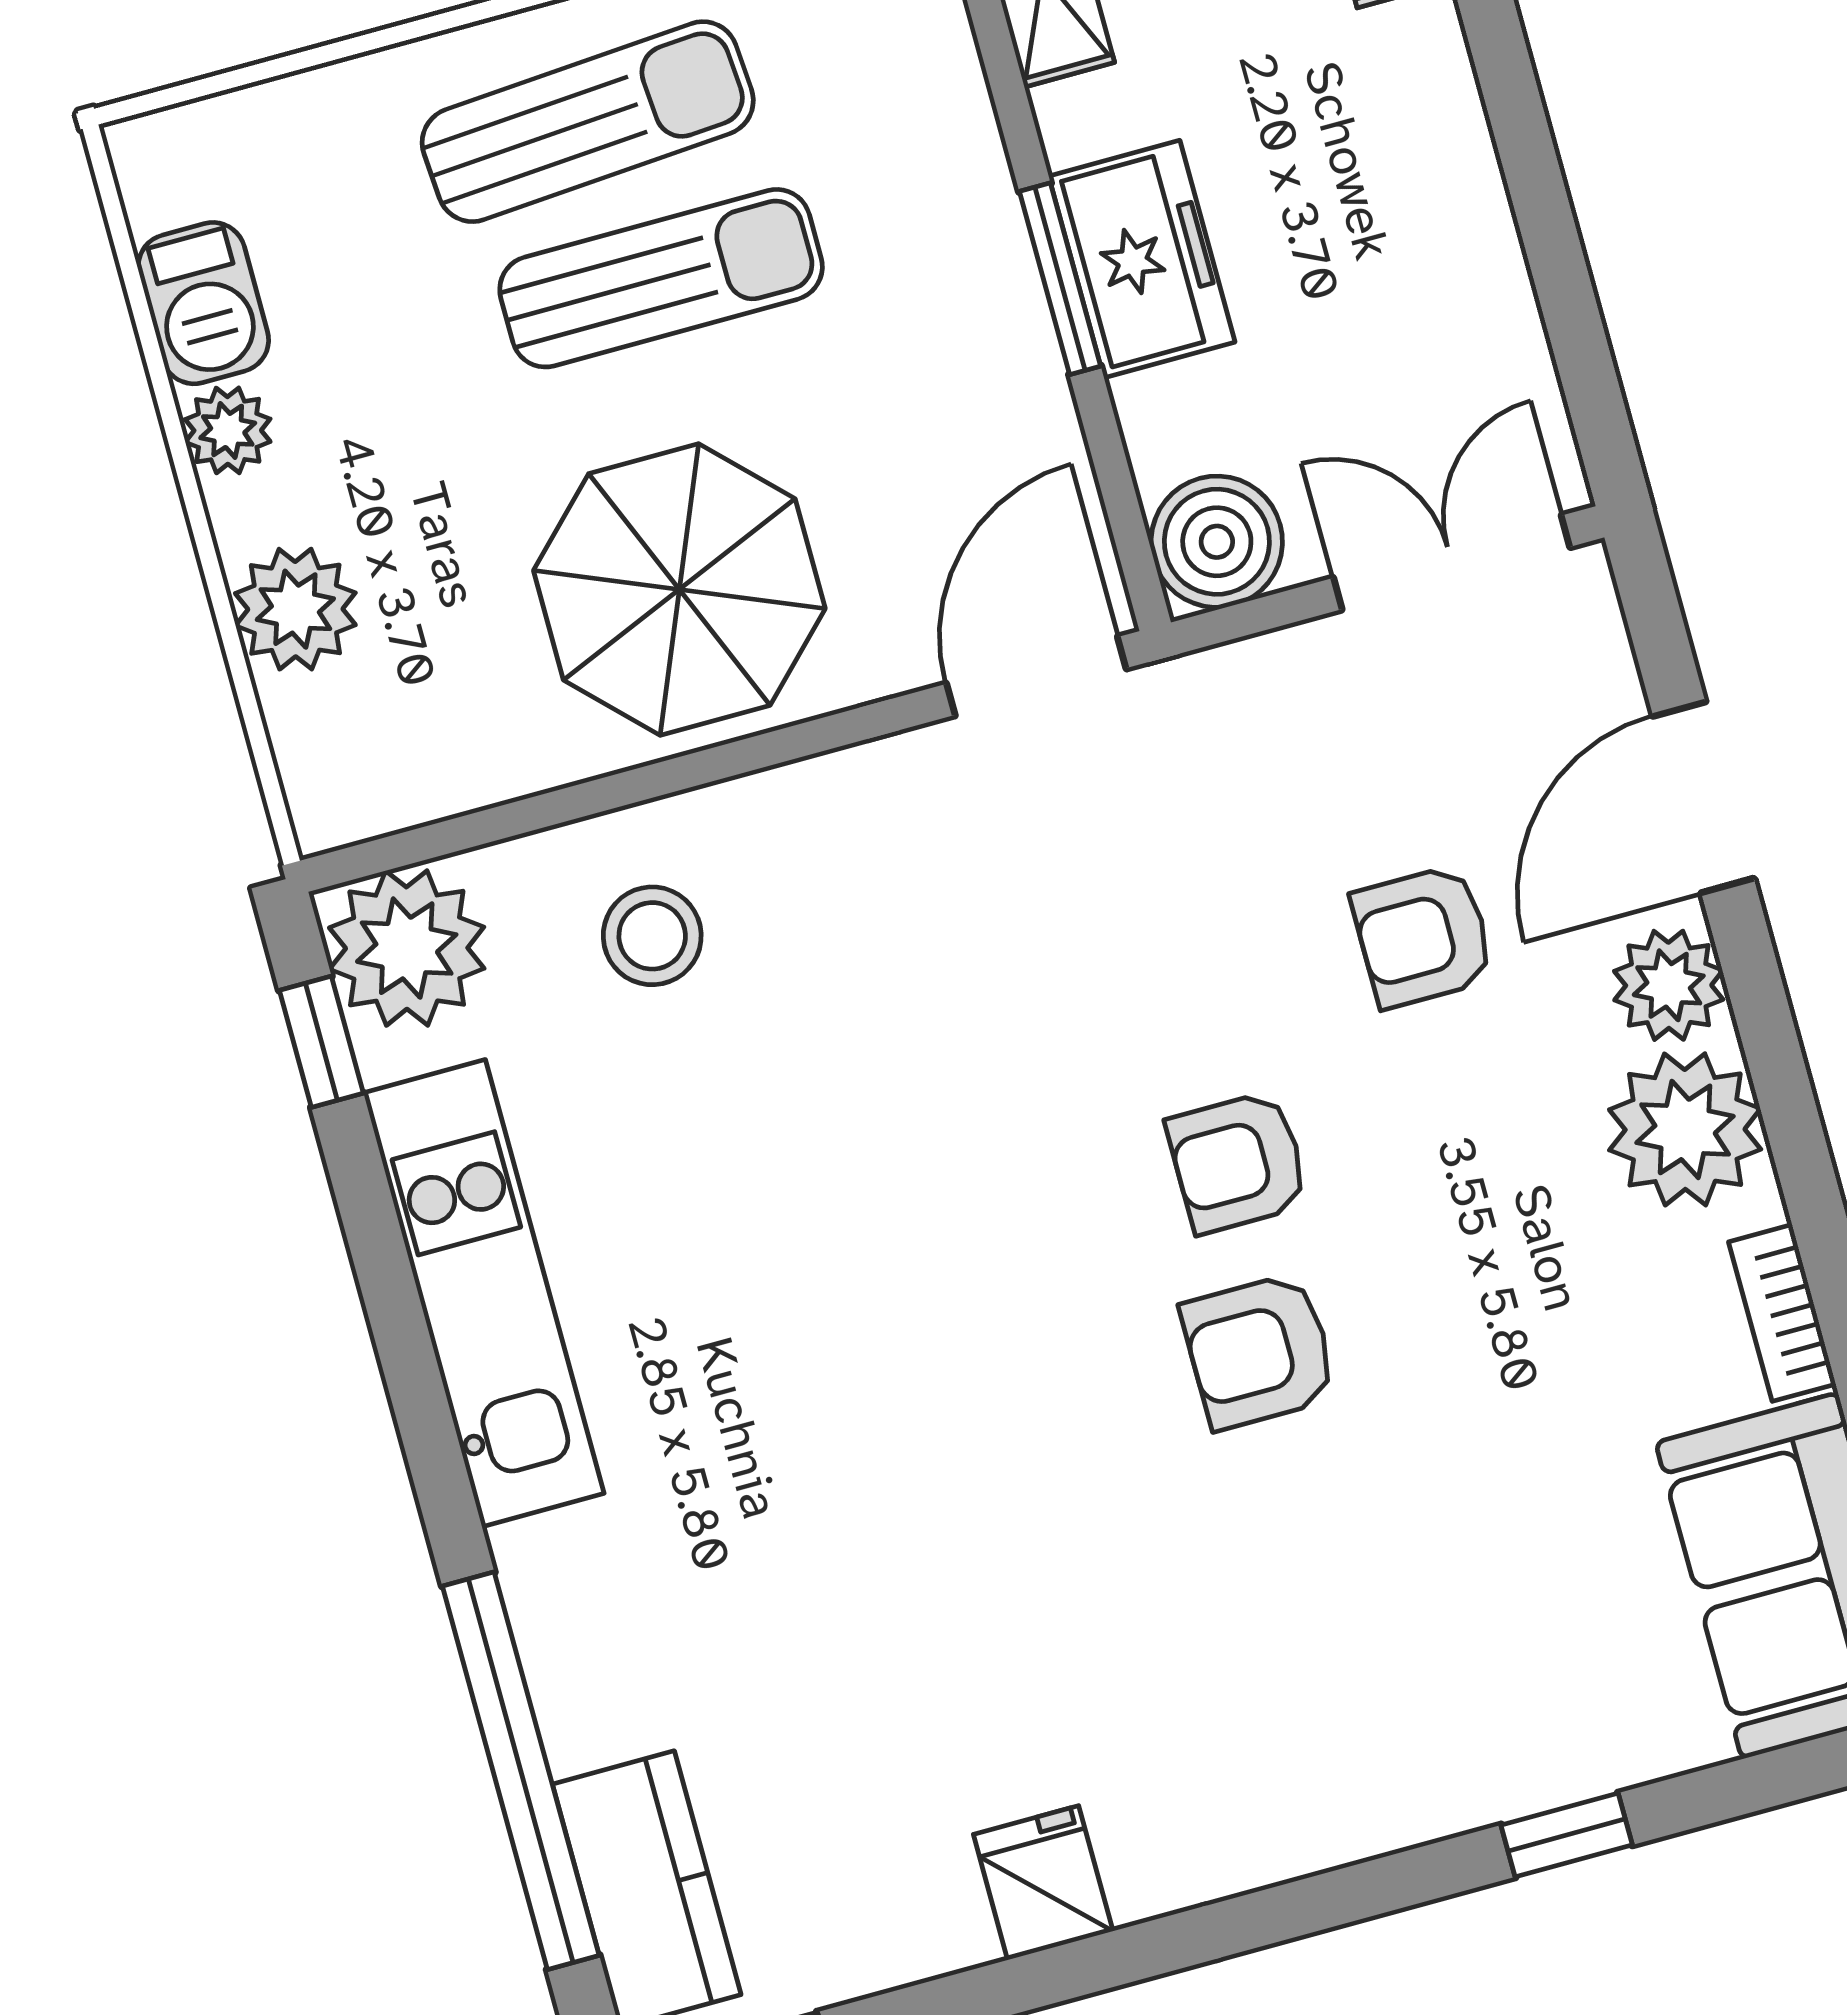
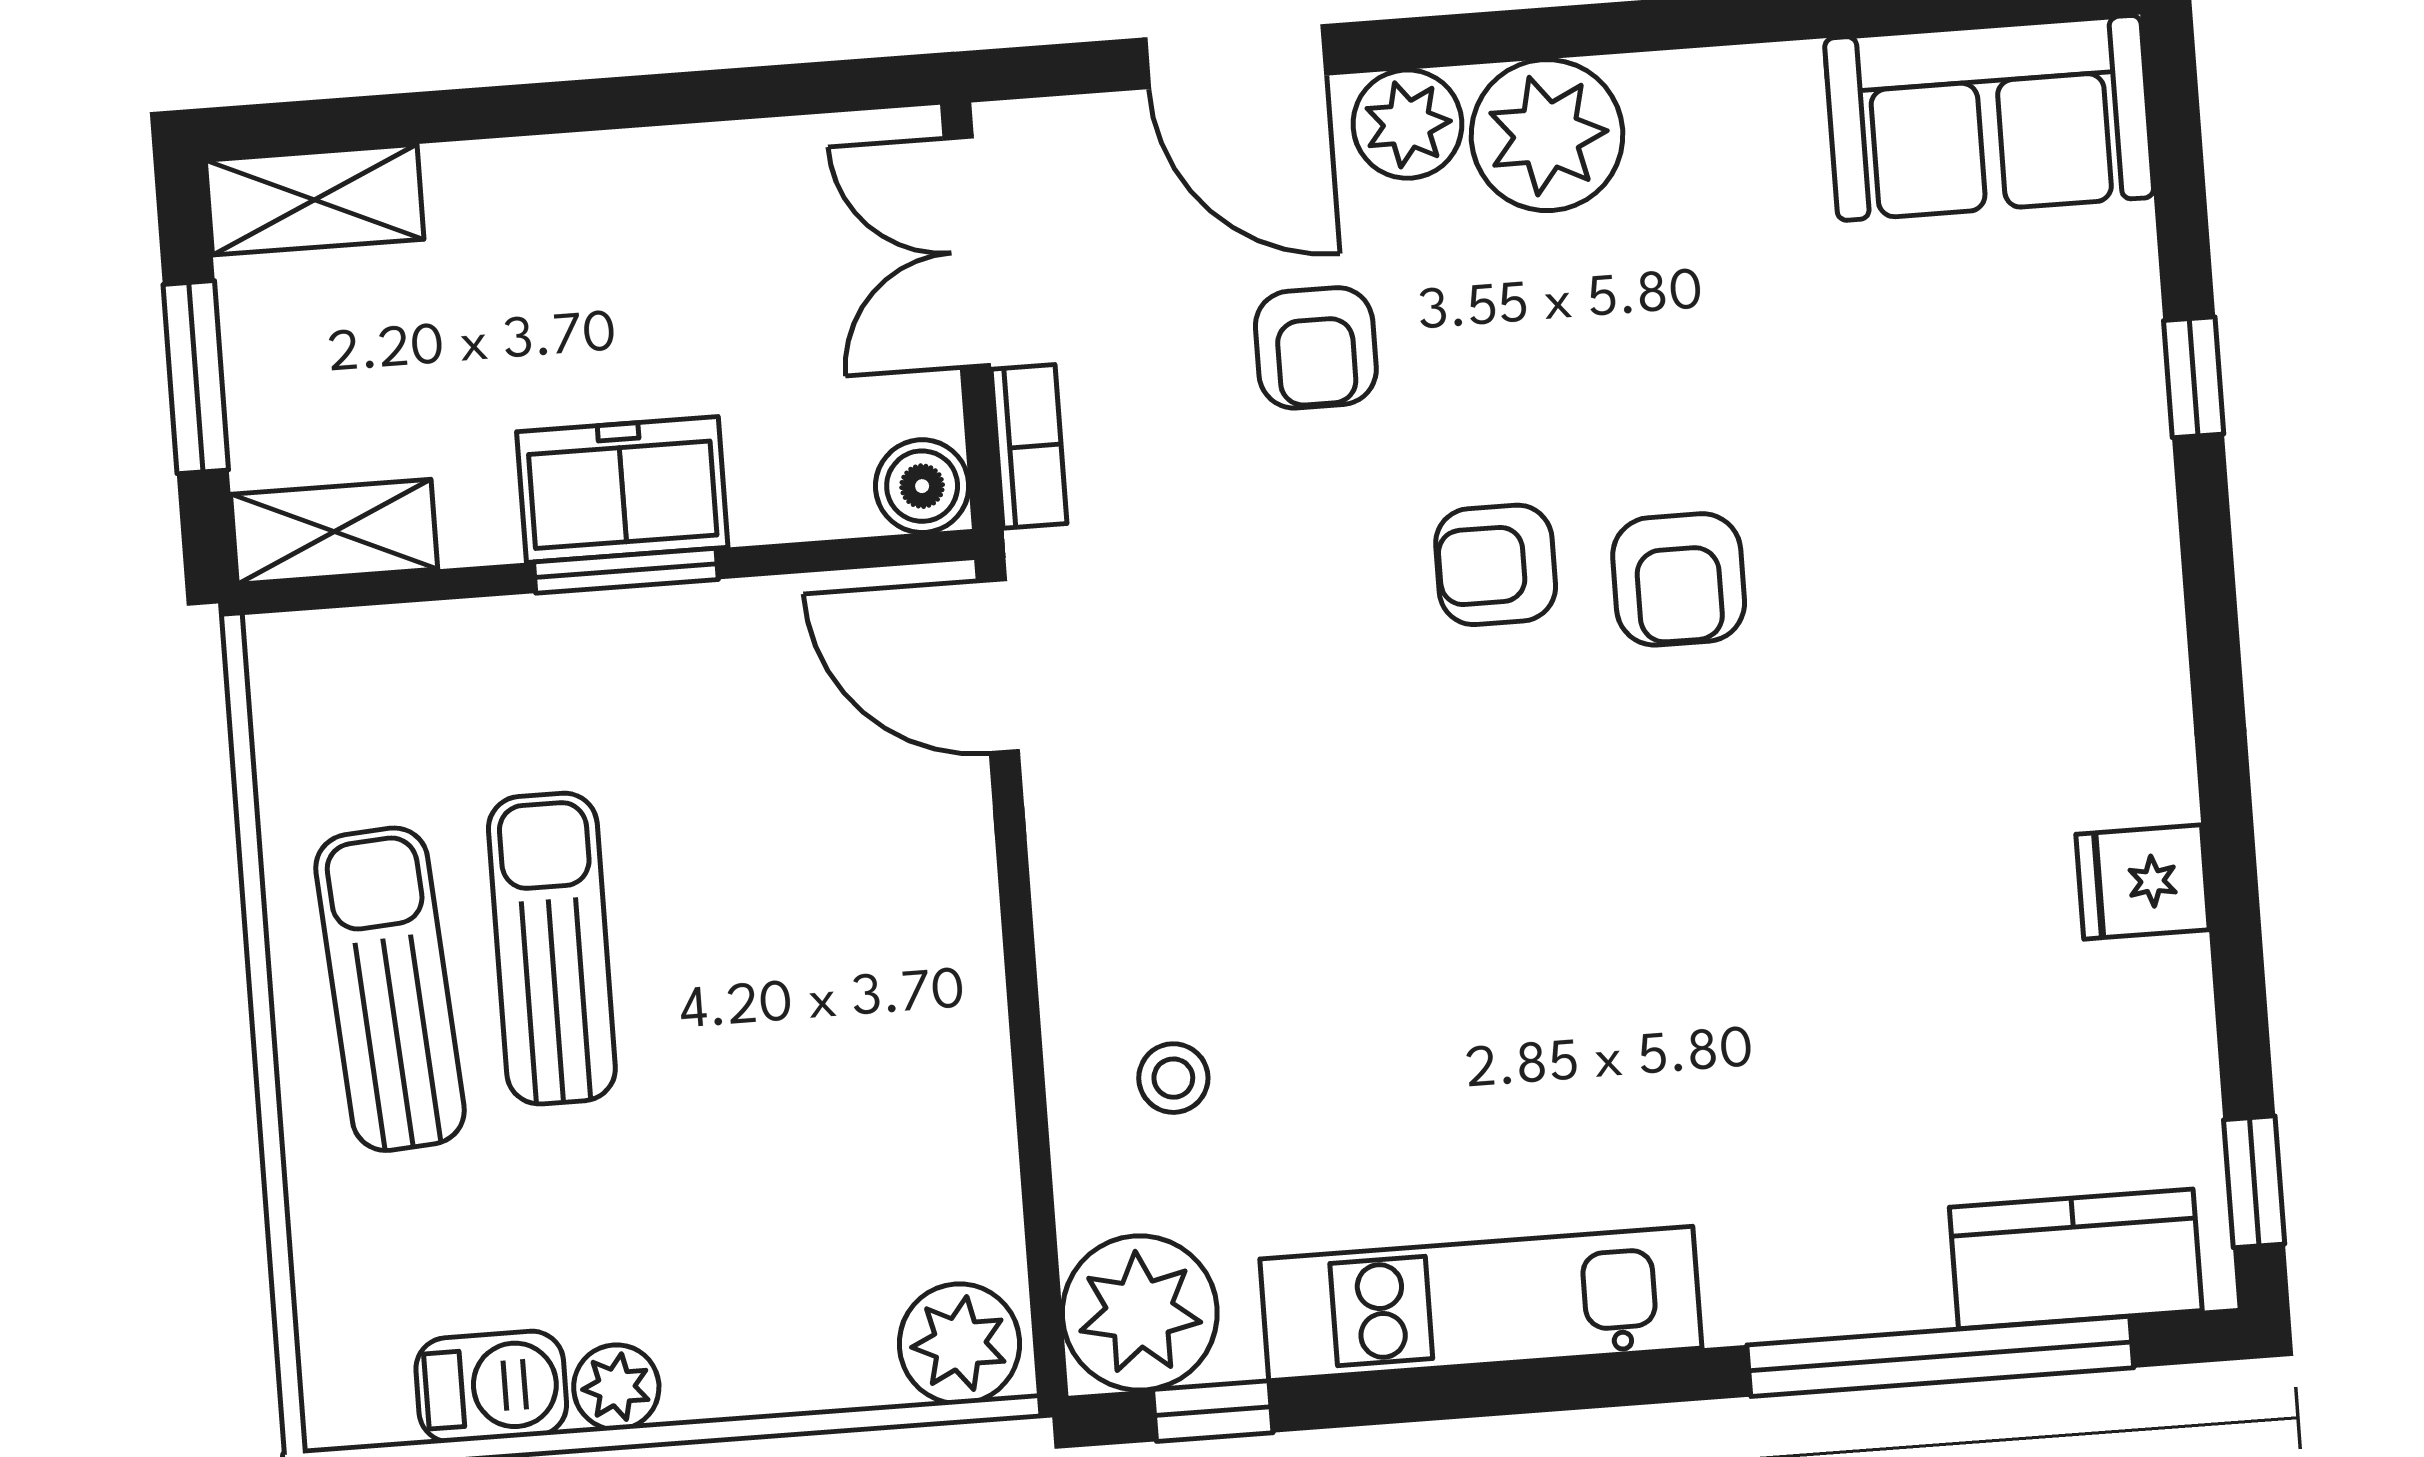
boiler: (1217, 542) -> (922, 486), width x0.73, depth x0.73
parasol: (679, 589) -> (850, 989), removed
plant: (295, 609) -> (959, 1344), moved
stool: (652, 936) -> (1173, 1078), width x0.73, depth x0.73
armchair: (1238, 1162) -> (1496, 565), turned 90
bookcase: (1782, 1313) -> (1029, 446), moved, turned -90

